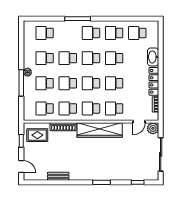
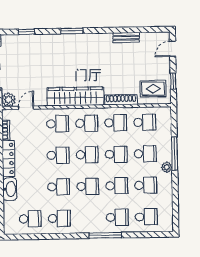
school desk: (91, 33) -> (117, 217), moved
door: (21, 167) -> (173, 49), hinge flipped

